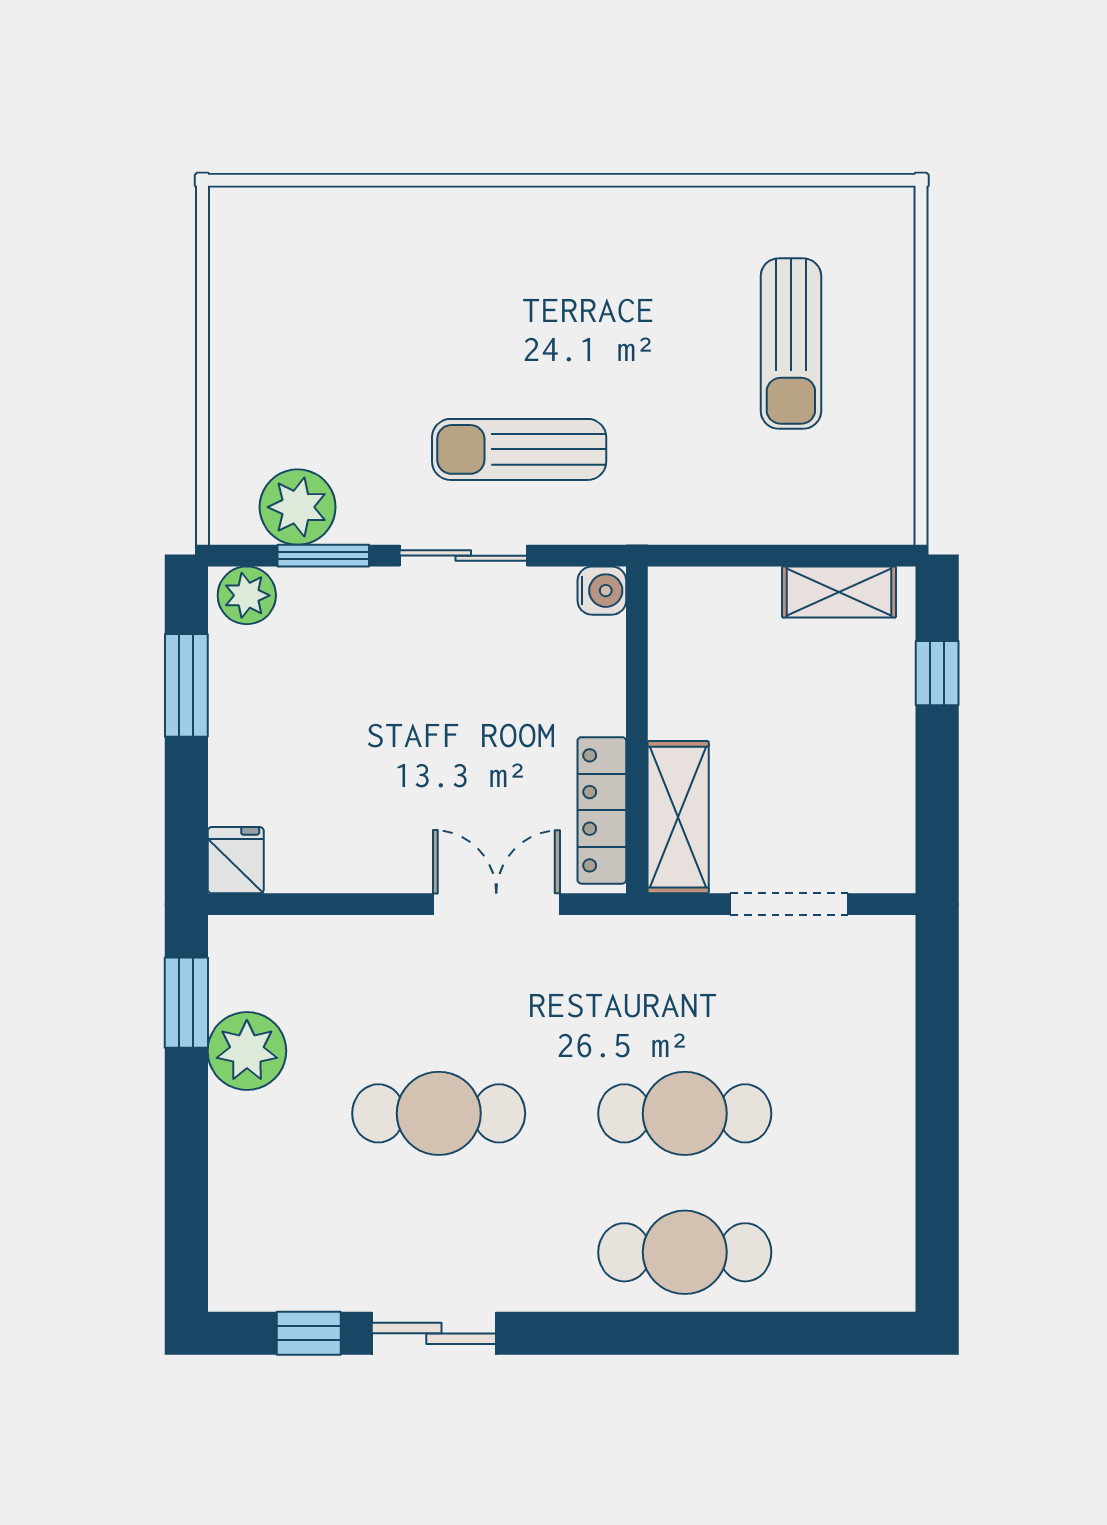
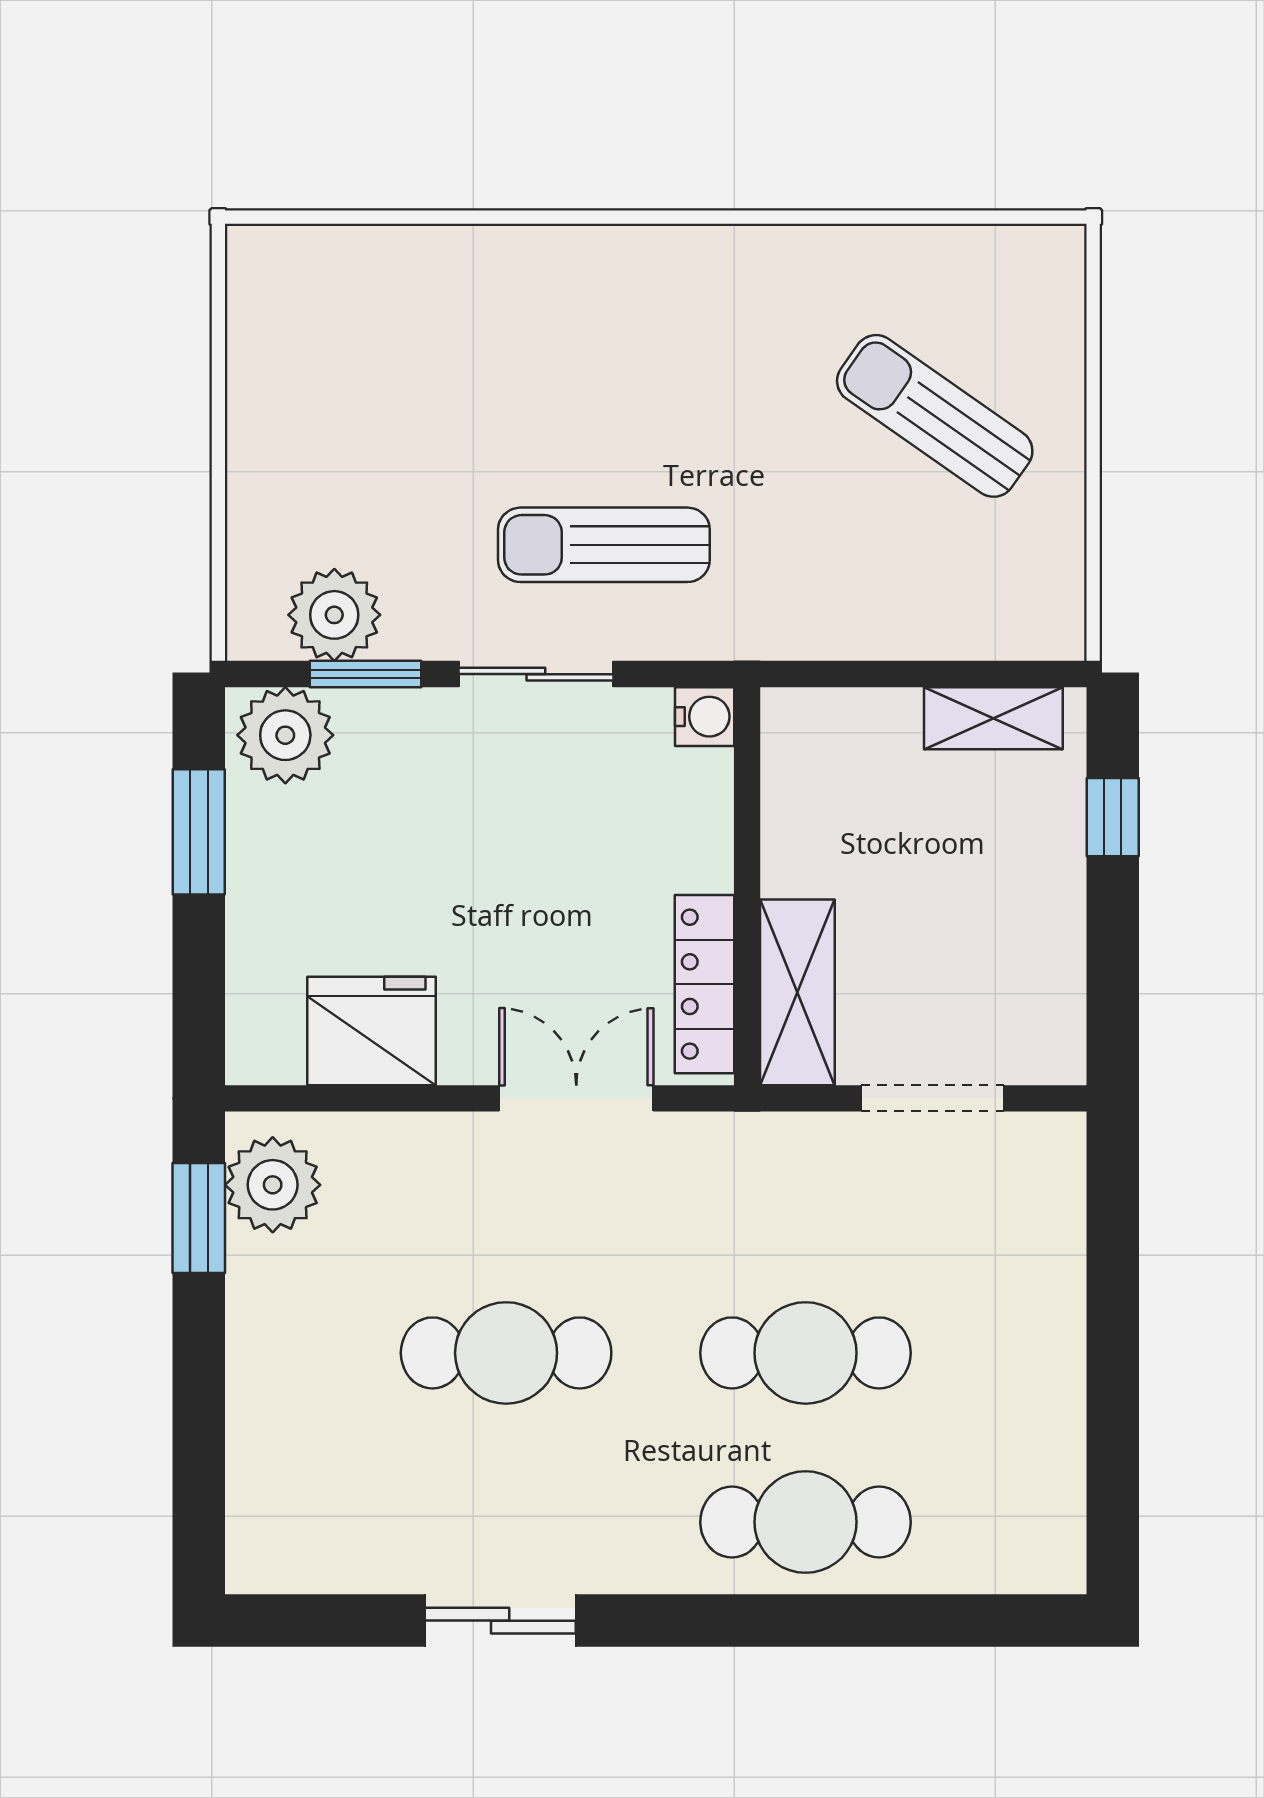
sun lounger: (791, 344) -> (935, 416), turned 125
plant: (247, 595) -> (285, 735), width x1.36, depth x1.36
fridge: (236, 860) -> (372, 1031), moved, width x1.88, depth x1.34
plant: (247, 1051) -> (273, 1185), moved
window: (309, 1333) -> (348, 1621), removed

